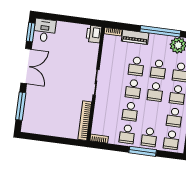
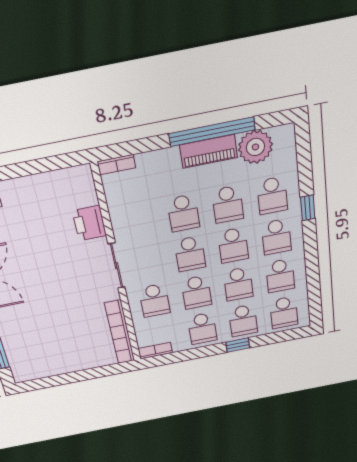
printer: (94, 34) -> (89, 223), moved
piano: (135, 37) -> (209, 151), moved
school desk: (108, 109) -> (155, 300), added
school desk: (152, 114) -> (238, 284), added
window: (143, 151) -> (238, 345), width x0.46

